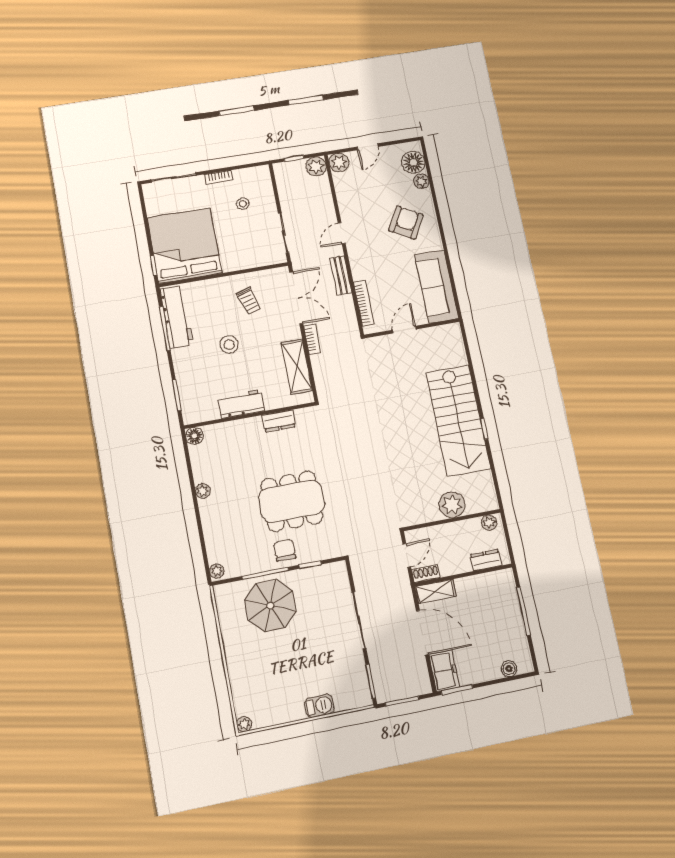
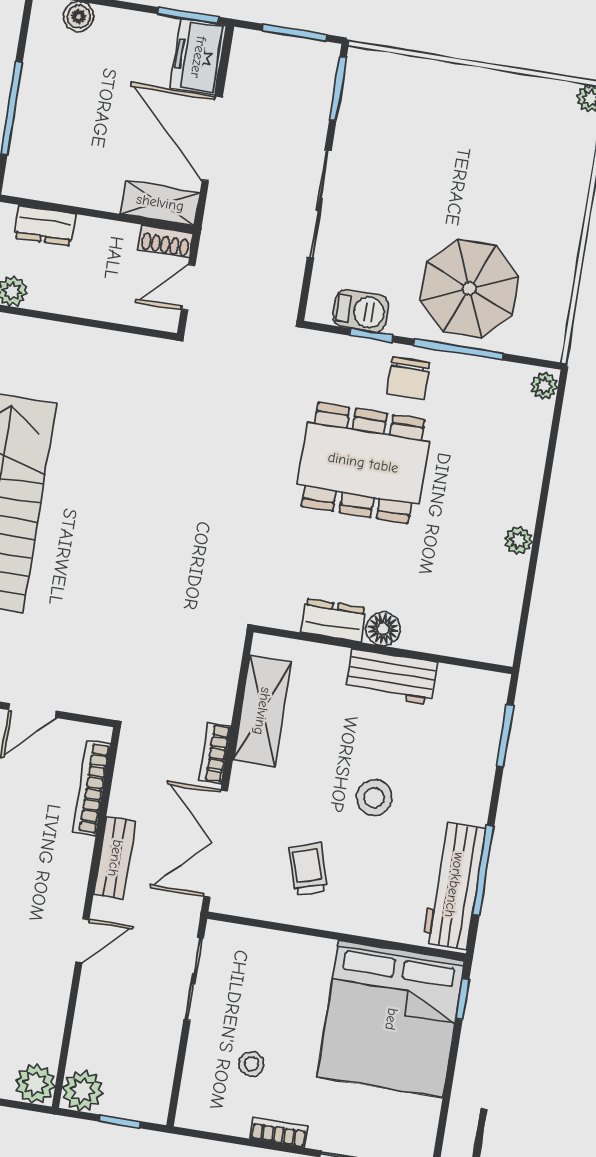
floor lamp: (194, 436) -> (383, 629), moved
plant: (452, 505) -> (69, 349), removed
barbecue: (319, 706) -> (361, 311), moved, turned 180

